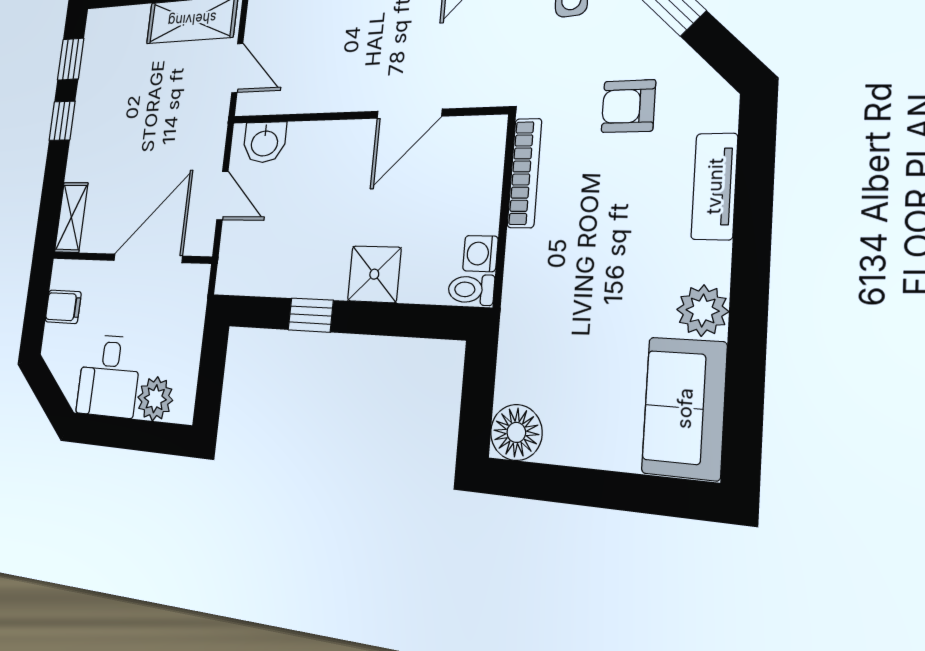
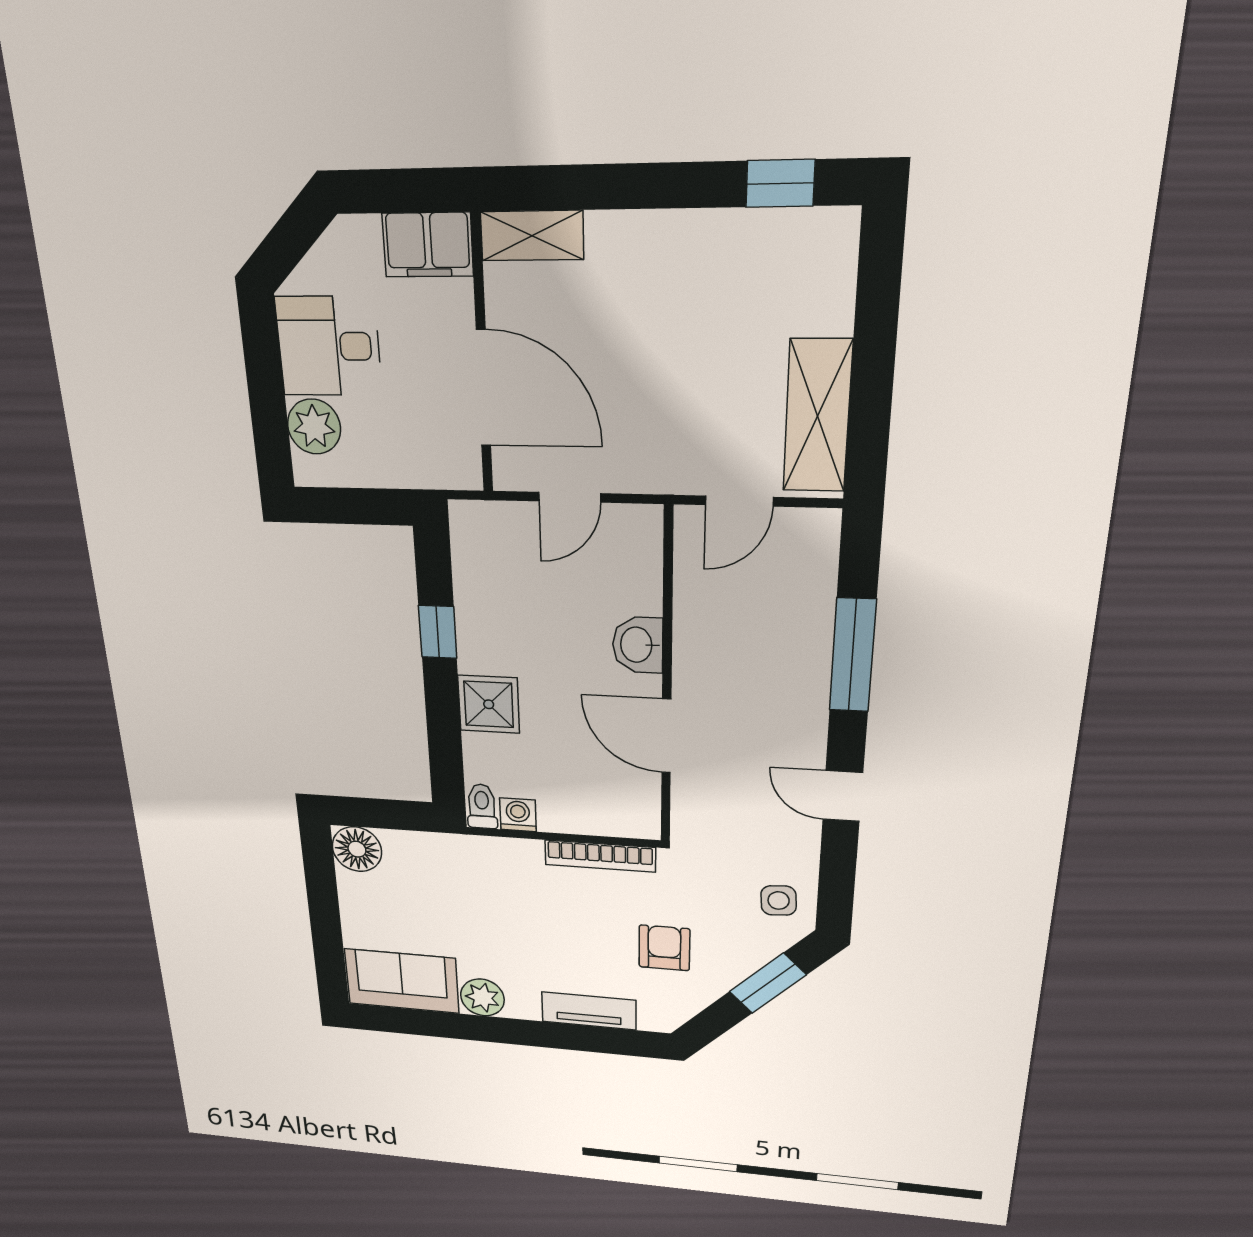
window: (62, 121) -> (680, 185), removed
washbasin: (265, 142) -> (638, 645), moved
filing cabinet: (63, 307) -> (428, 245), width x2.00

